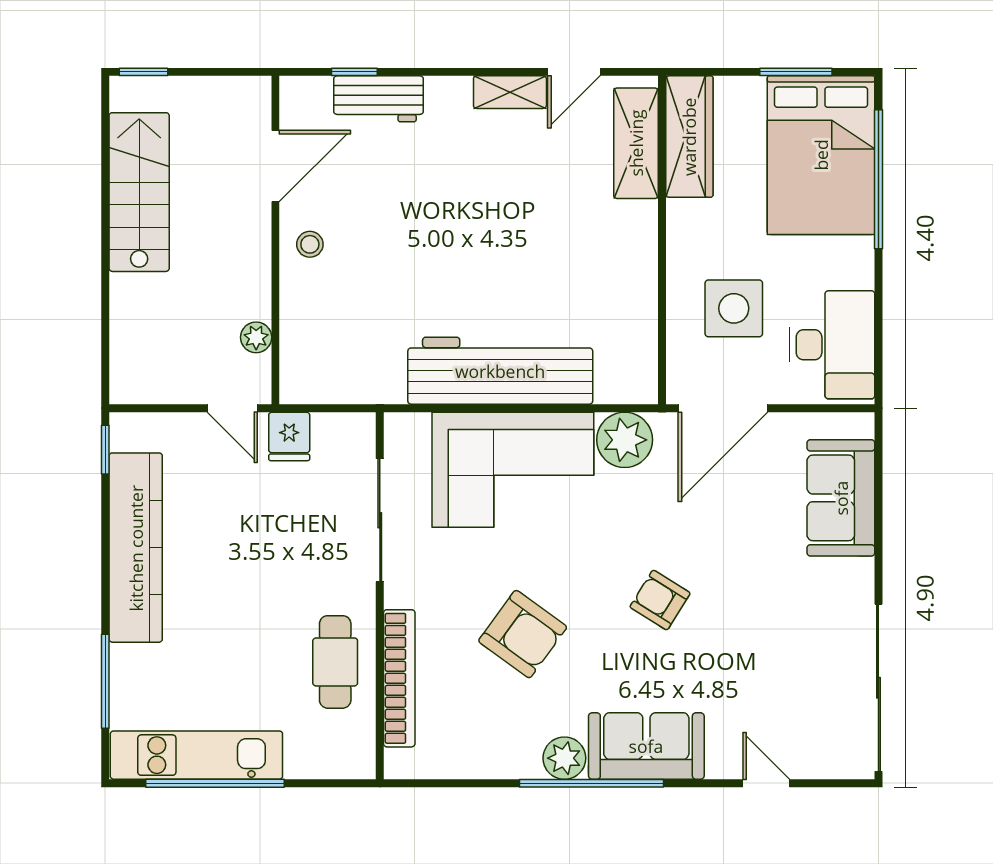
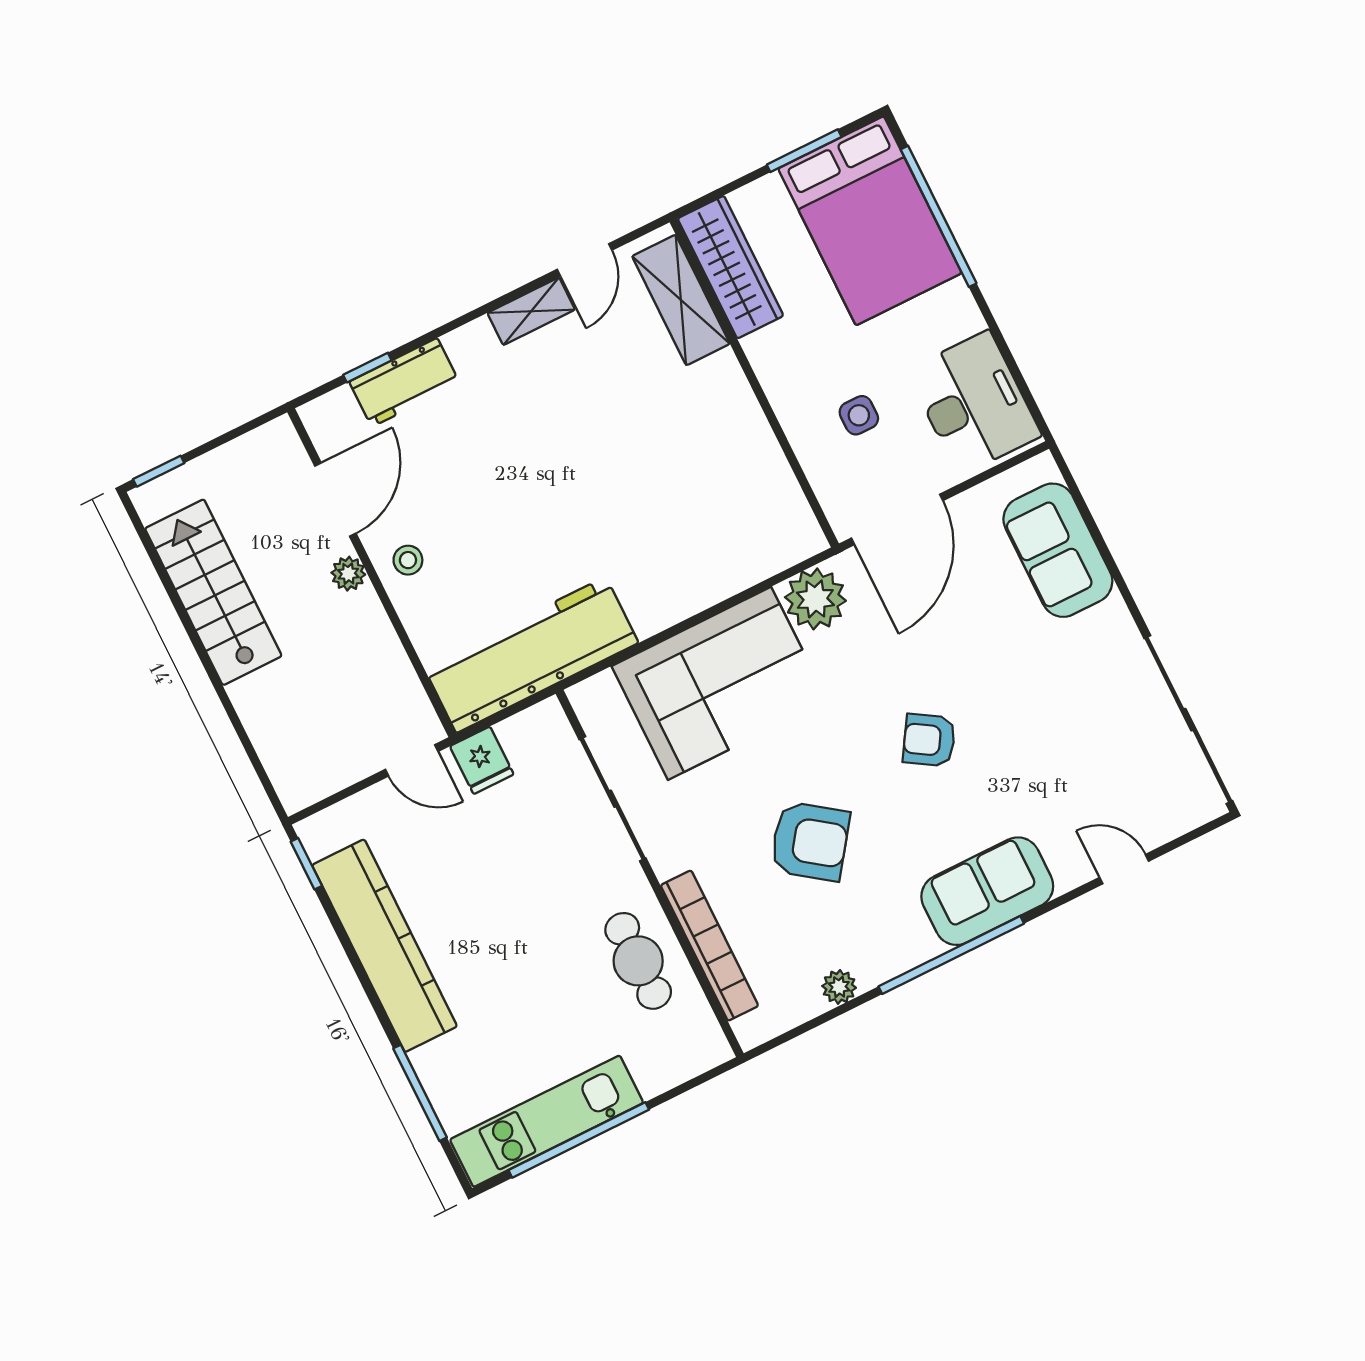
side table: (734, 308) -> (859, 415), width x0.54, depth x0.54
plant: (256, 337) -> (348, 574), moved
workbench: (500, 371) -> (531, 655), moved
plant: (564, 758) -> (839, 987), moved, width x0.73, depth x0.73

